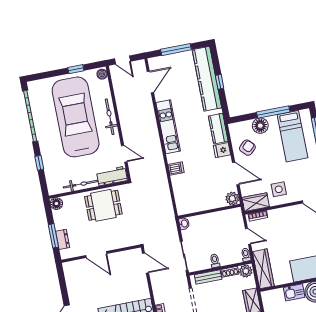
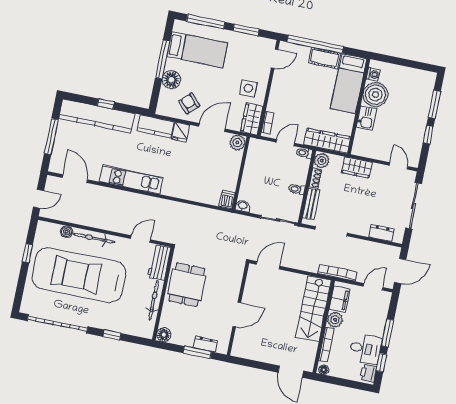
boiler: (102, 74) -> (66, 232), moved
dishwasher: (176, 169) -> (227, 200), moved

